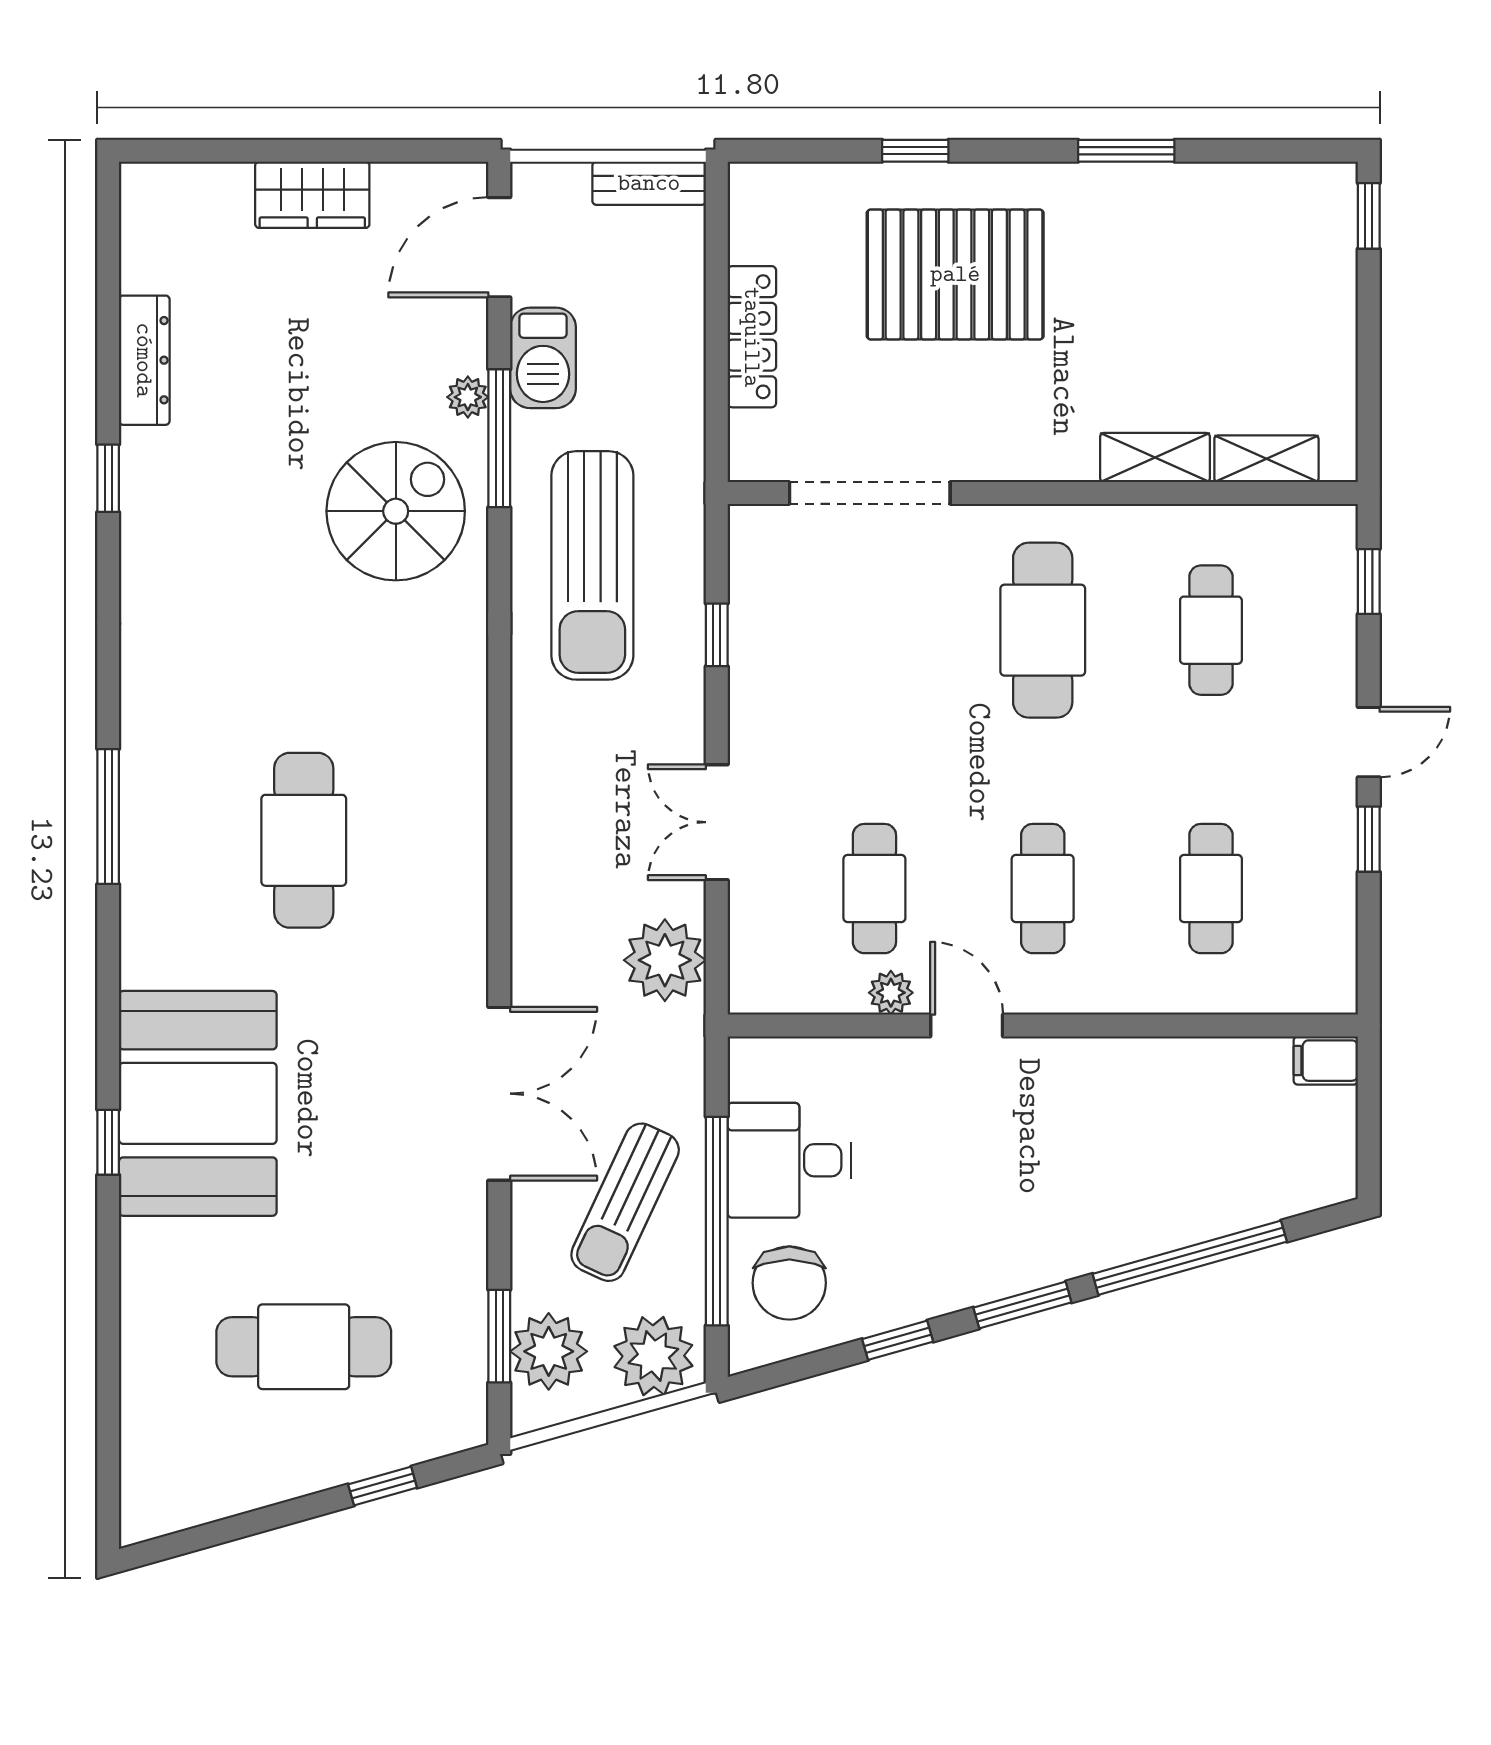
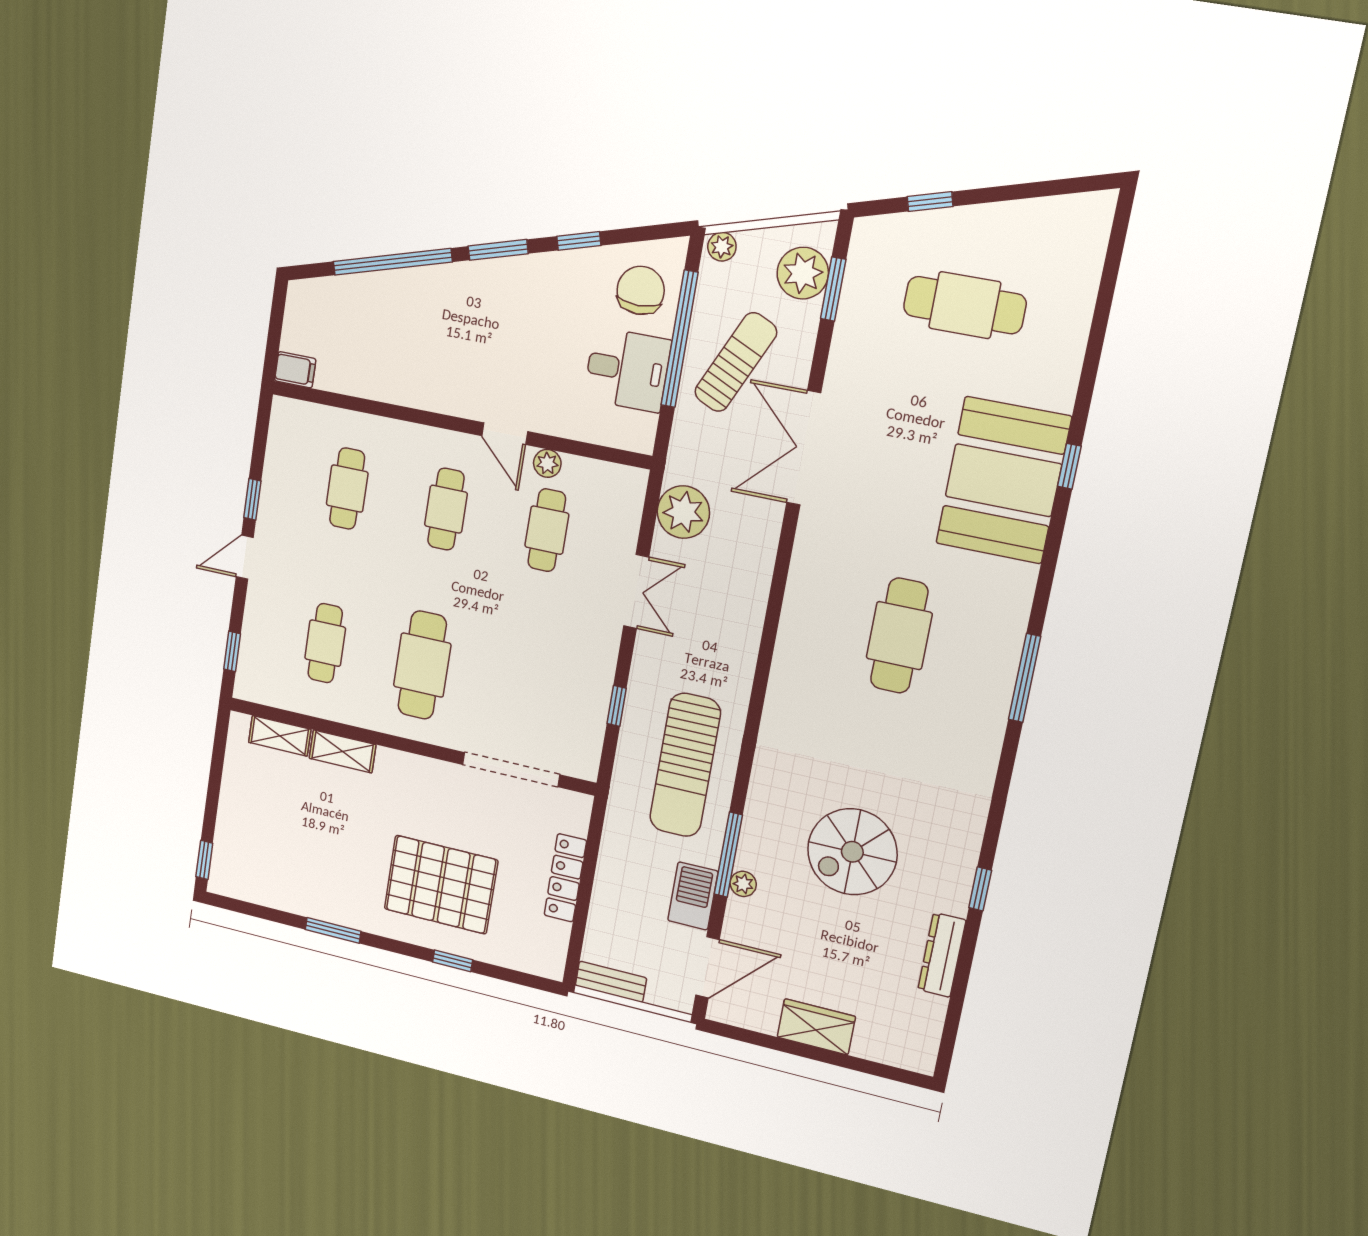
spiral stairs: (396, 511) -> (852, 852), moved
sun lounger: (592, 565) -> (685, 765), turned 180
plant: (653, 1356) -> (722, 247), width x0.53, depth x0.53

